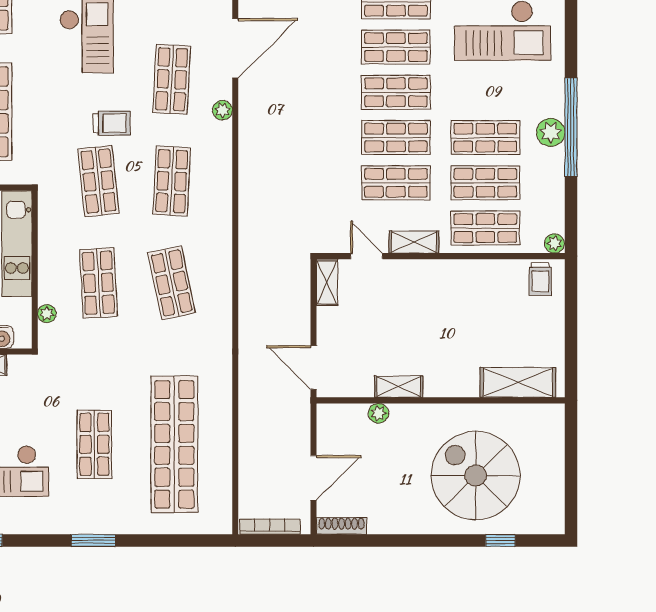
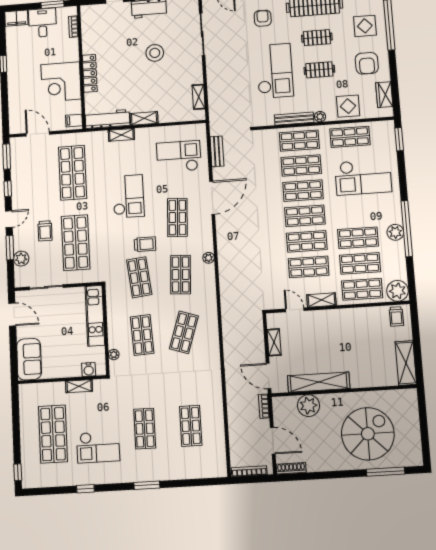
plant: (223, 110) -> (209, 258), moved
plant: (554, 243) -> (398, 291), width x1.88, depth x1.88
shelving: (327, 282) -> (274, 342), moved
shop shelf: (172, 283) -> (184, 332), turned 30
shelving: (518, 382) -> (406, 363), moved, turned 90
shelving: (399, 387) -> (319, 382), width x2.20, depth x1.33
plant: (378, 413) -> (308, 406), width x1.88, depth x1.88
bookcase: (302, 418) -> (264, 406), added
shop shelf: (174, 444) -> (191, 426), width x0.50, depth x0.74
spiral stairs: (476, 476) -> (368, 434), turned 90
door: (314, 478) -> (273, 441), hinge flipped
window: (500, 540) -> (386, 472), width x2.17

